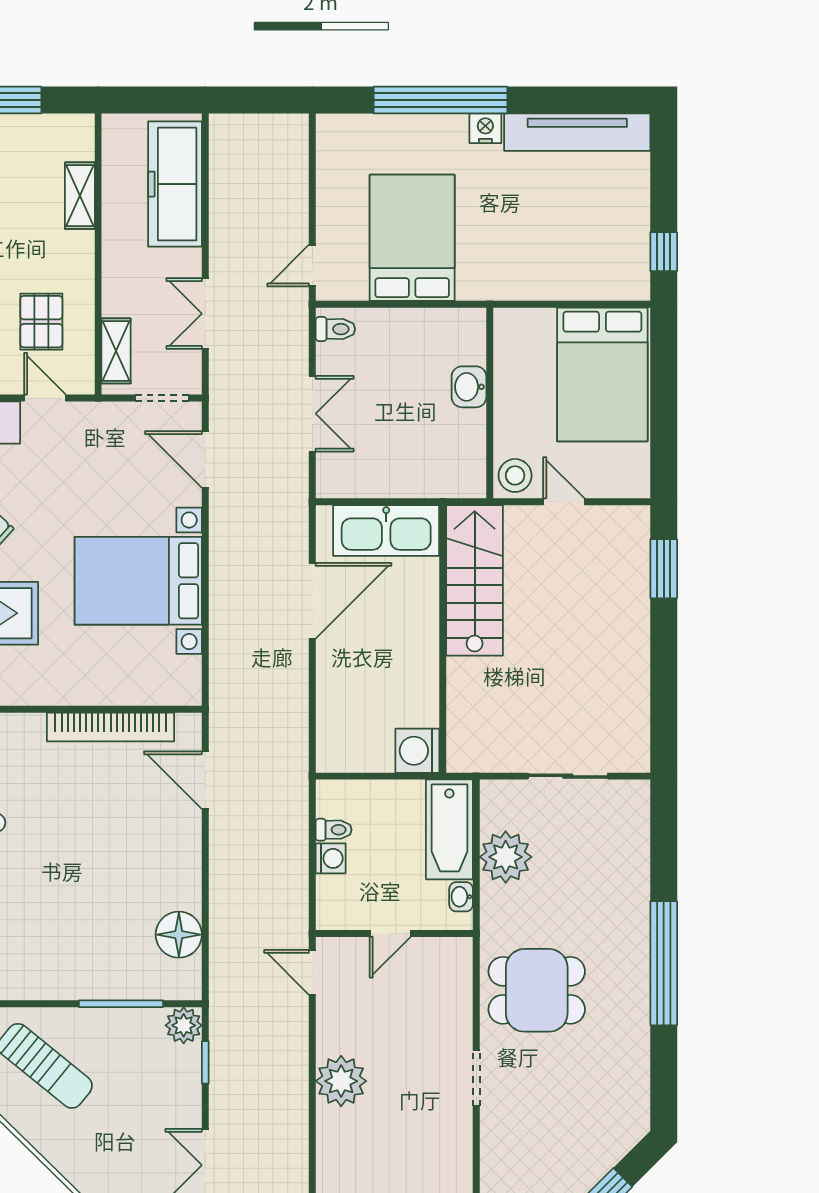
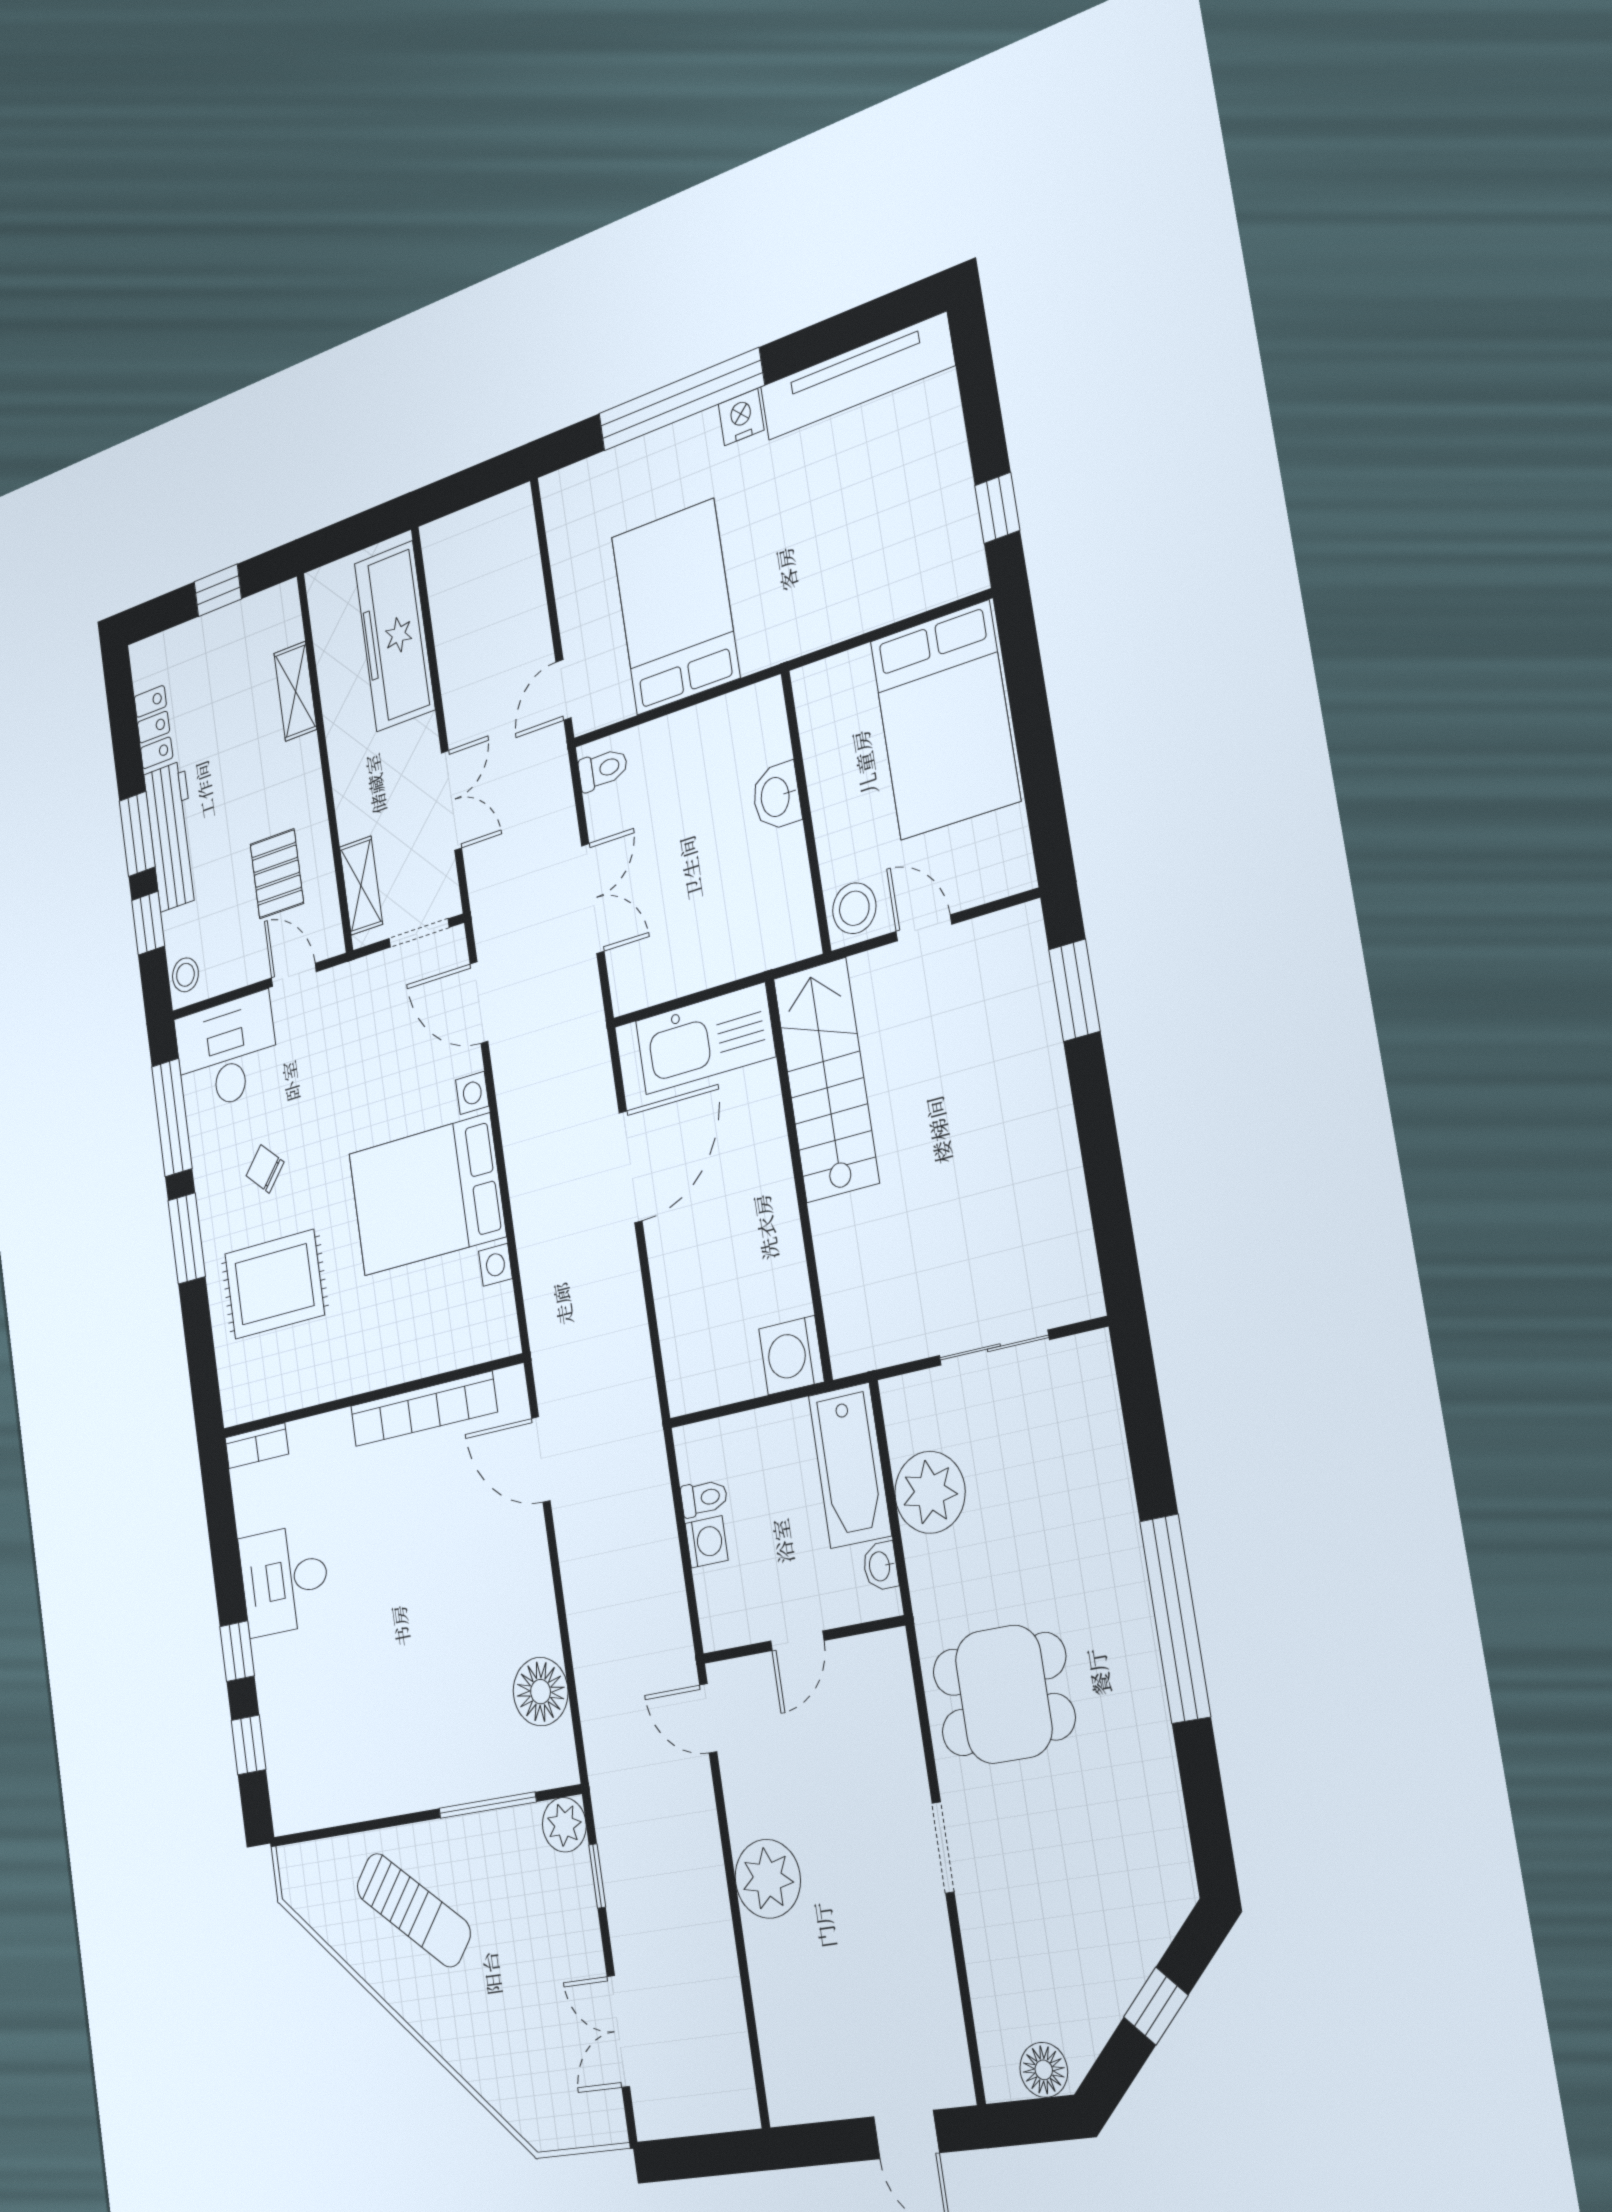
double door: (205, 314) -> (451, 800), swing flipped

